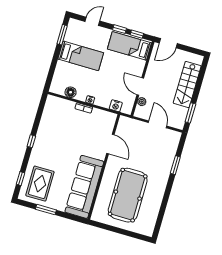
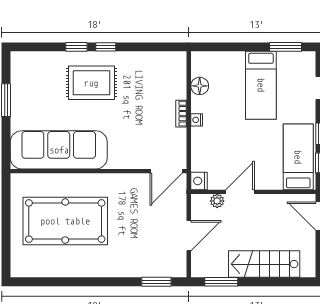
nightstand: (116, 106) -> (199, 181), moved
door: (110, 144) -> (166, 171), moved
window: (175, 165) -> (156, 282), moved
window: (21, 179) -> (76, 47), moved
rug: (40, 184) -> (91, 83), moved

